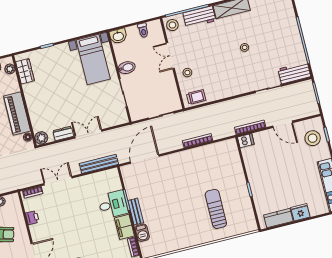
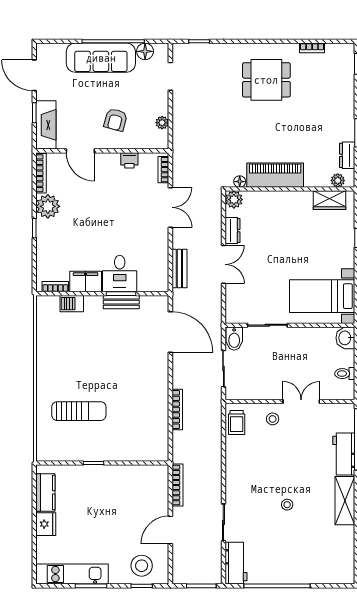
stool: (172, 25) -> (342, 415), removed
bidet: (127, 68) -> (234, 339), moved
dishwasher: (246, 141) -> (161, 475), removed
bench: (99, 164) -> (179, 268), width x0.73
bench: (136, 212) -> (121, 302), moved

